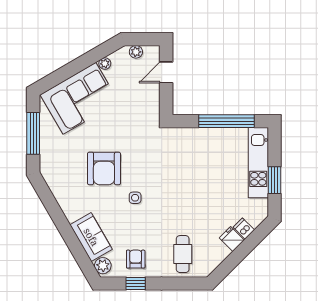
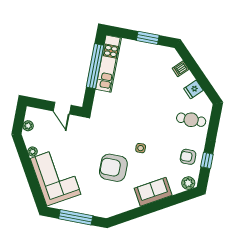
door: (166, 72) -> (62, 108), moved
kitchen unit: (258, 163) -> (108, 64), moved, turned -90
armchair: (104, 168) -> (113, 168), turned 180
sofa: (91, 237) -> (153, 192), moved
fridge: (232, 239) -> (193, 89), moved

